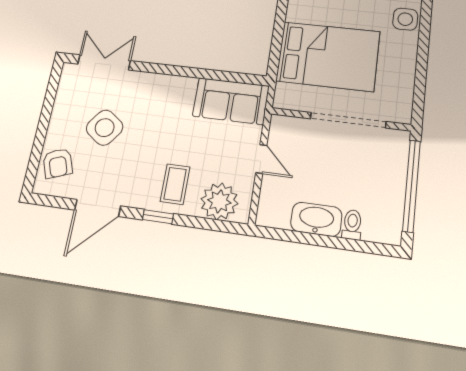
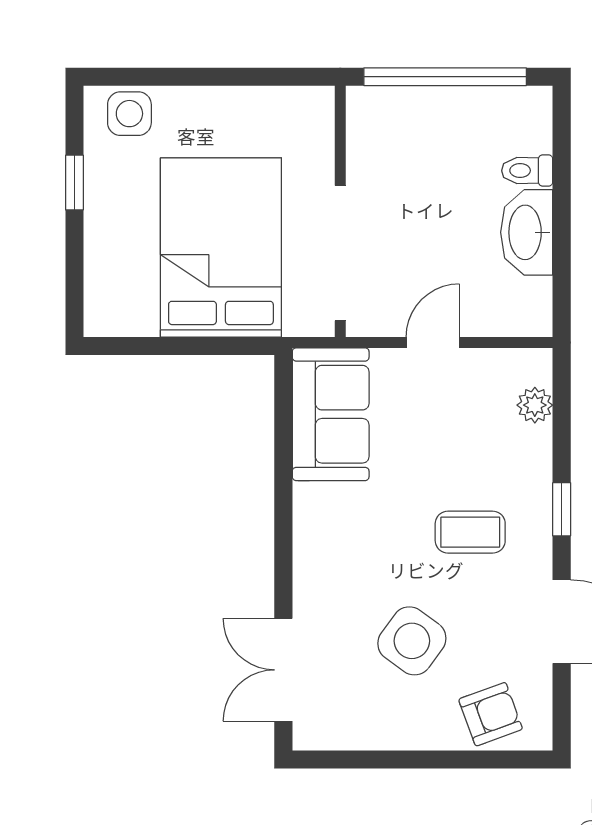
doorway: (348, 120) -> (340, 253), moved
coffee table: (175, 184) -> (470, 532), moved
plant: (219, 201) -> (535, 405), width x0.53, depth x0.53

